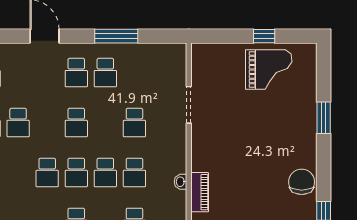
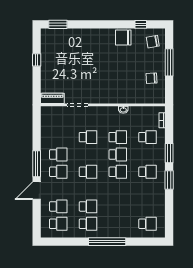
window: (116, 36) -> (37, 164), moved
grand piano: (269, 69) -> (56, 57), removed
window: (324, 118) -> (58, 24), moved
school desk: (47, 172) -> (58, 206), moved
piano: (200, 192) -> (52, 98), moved

